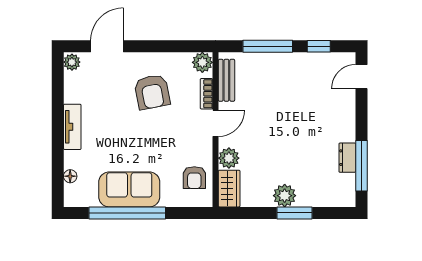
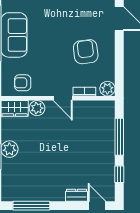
bench: (226, 80) -> (94, 106), removed
armchair: (152, 92) -> (86, 52), turned 94
dresser: (347, 158) -> (76, 195), moved

